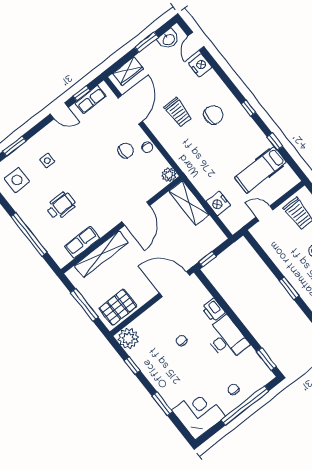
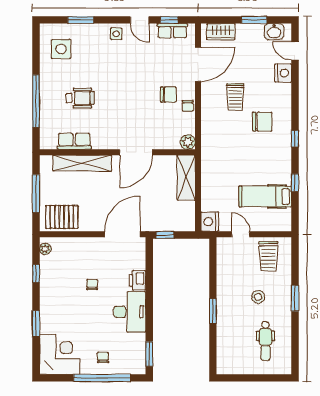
door: (196, 41) -> (295, 51), hinge flipped
side table: (47, 161) -> (116, 34), moved
nightstand: (218, 203) -> (210, 222), moved
door: (174, 284) -> (122, 234), hinge flipped
plant: (128, 338) -> (45, 249), width x0.53, depth x0.53

